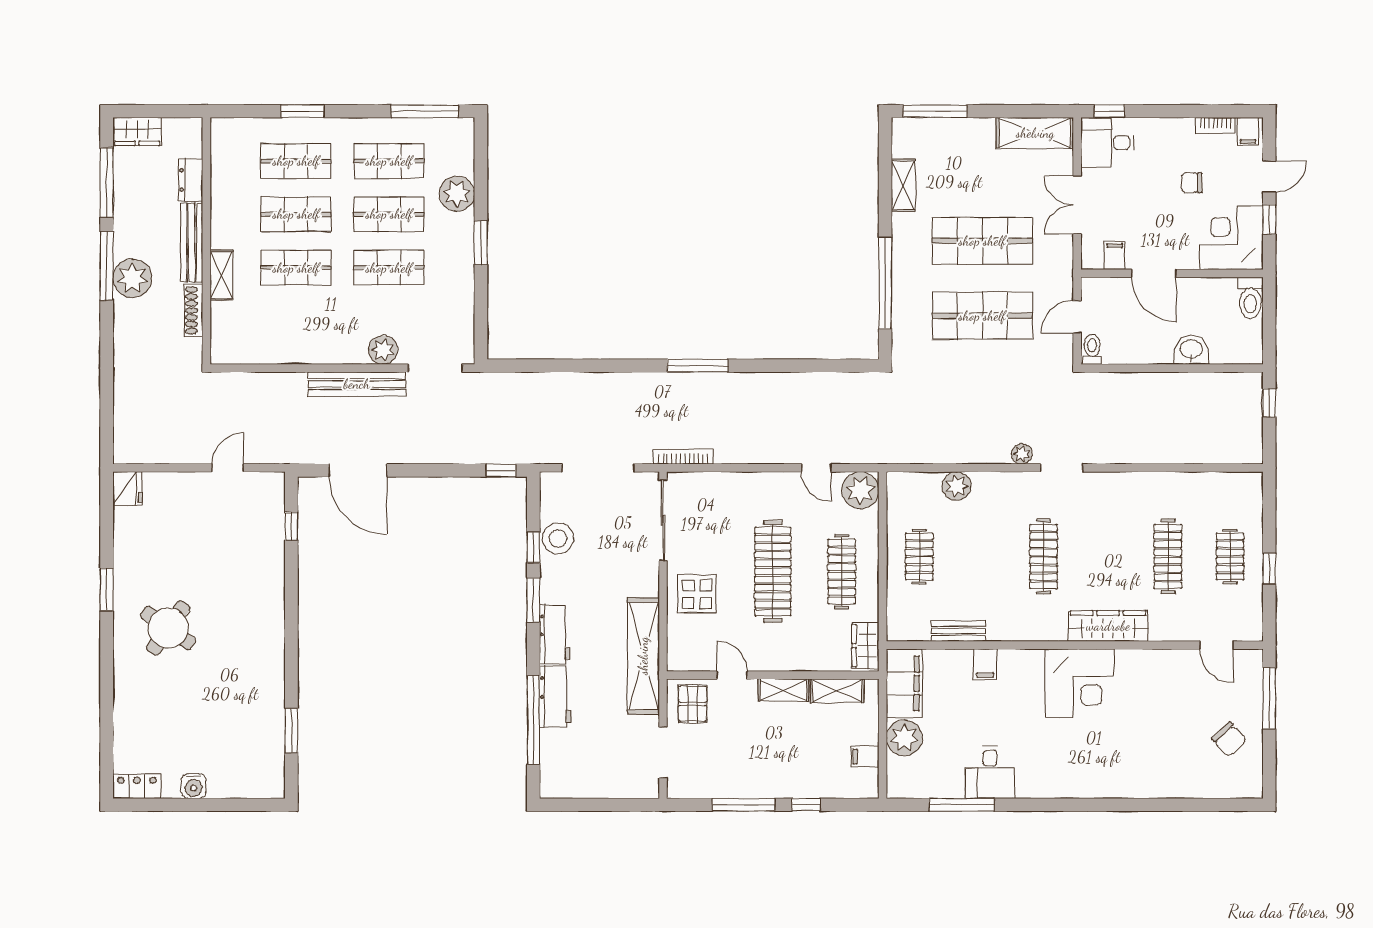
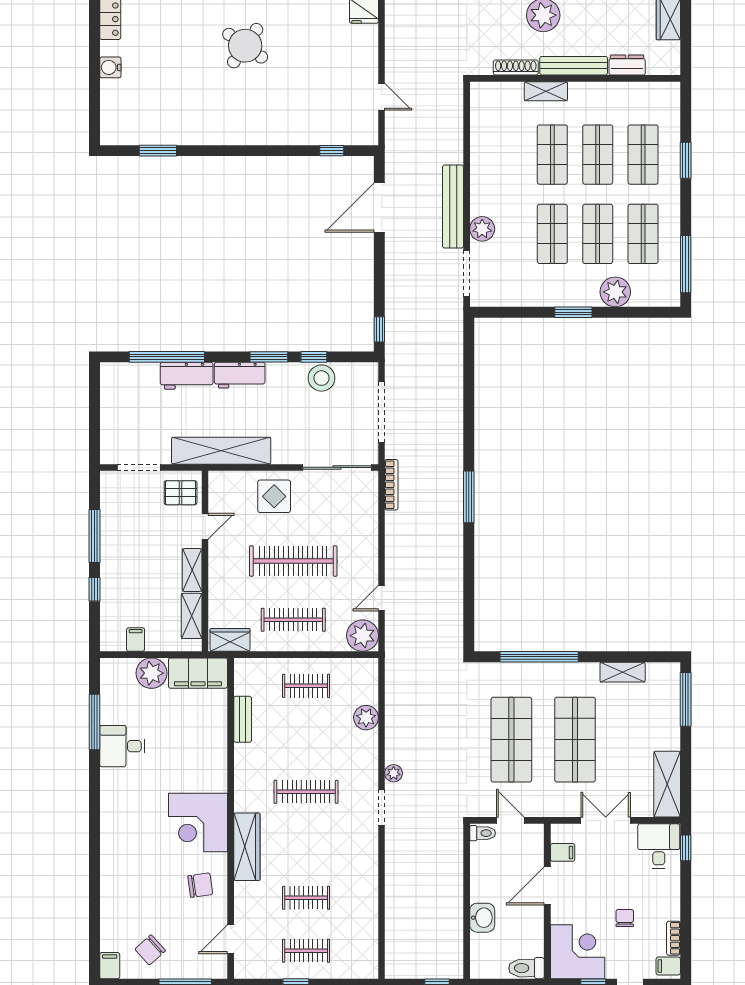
clothes rail: (1168, 557) -> (306, 898), width x0.73
filing cabinet: (985, 664) -> (110, 966), moved, turned 90
chair: (1153, 681) -> (200, 885), added

